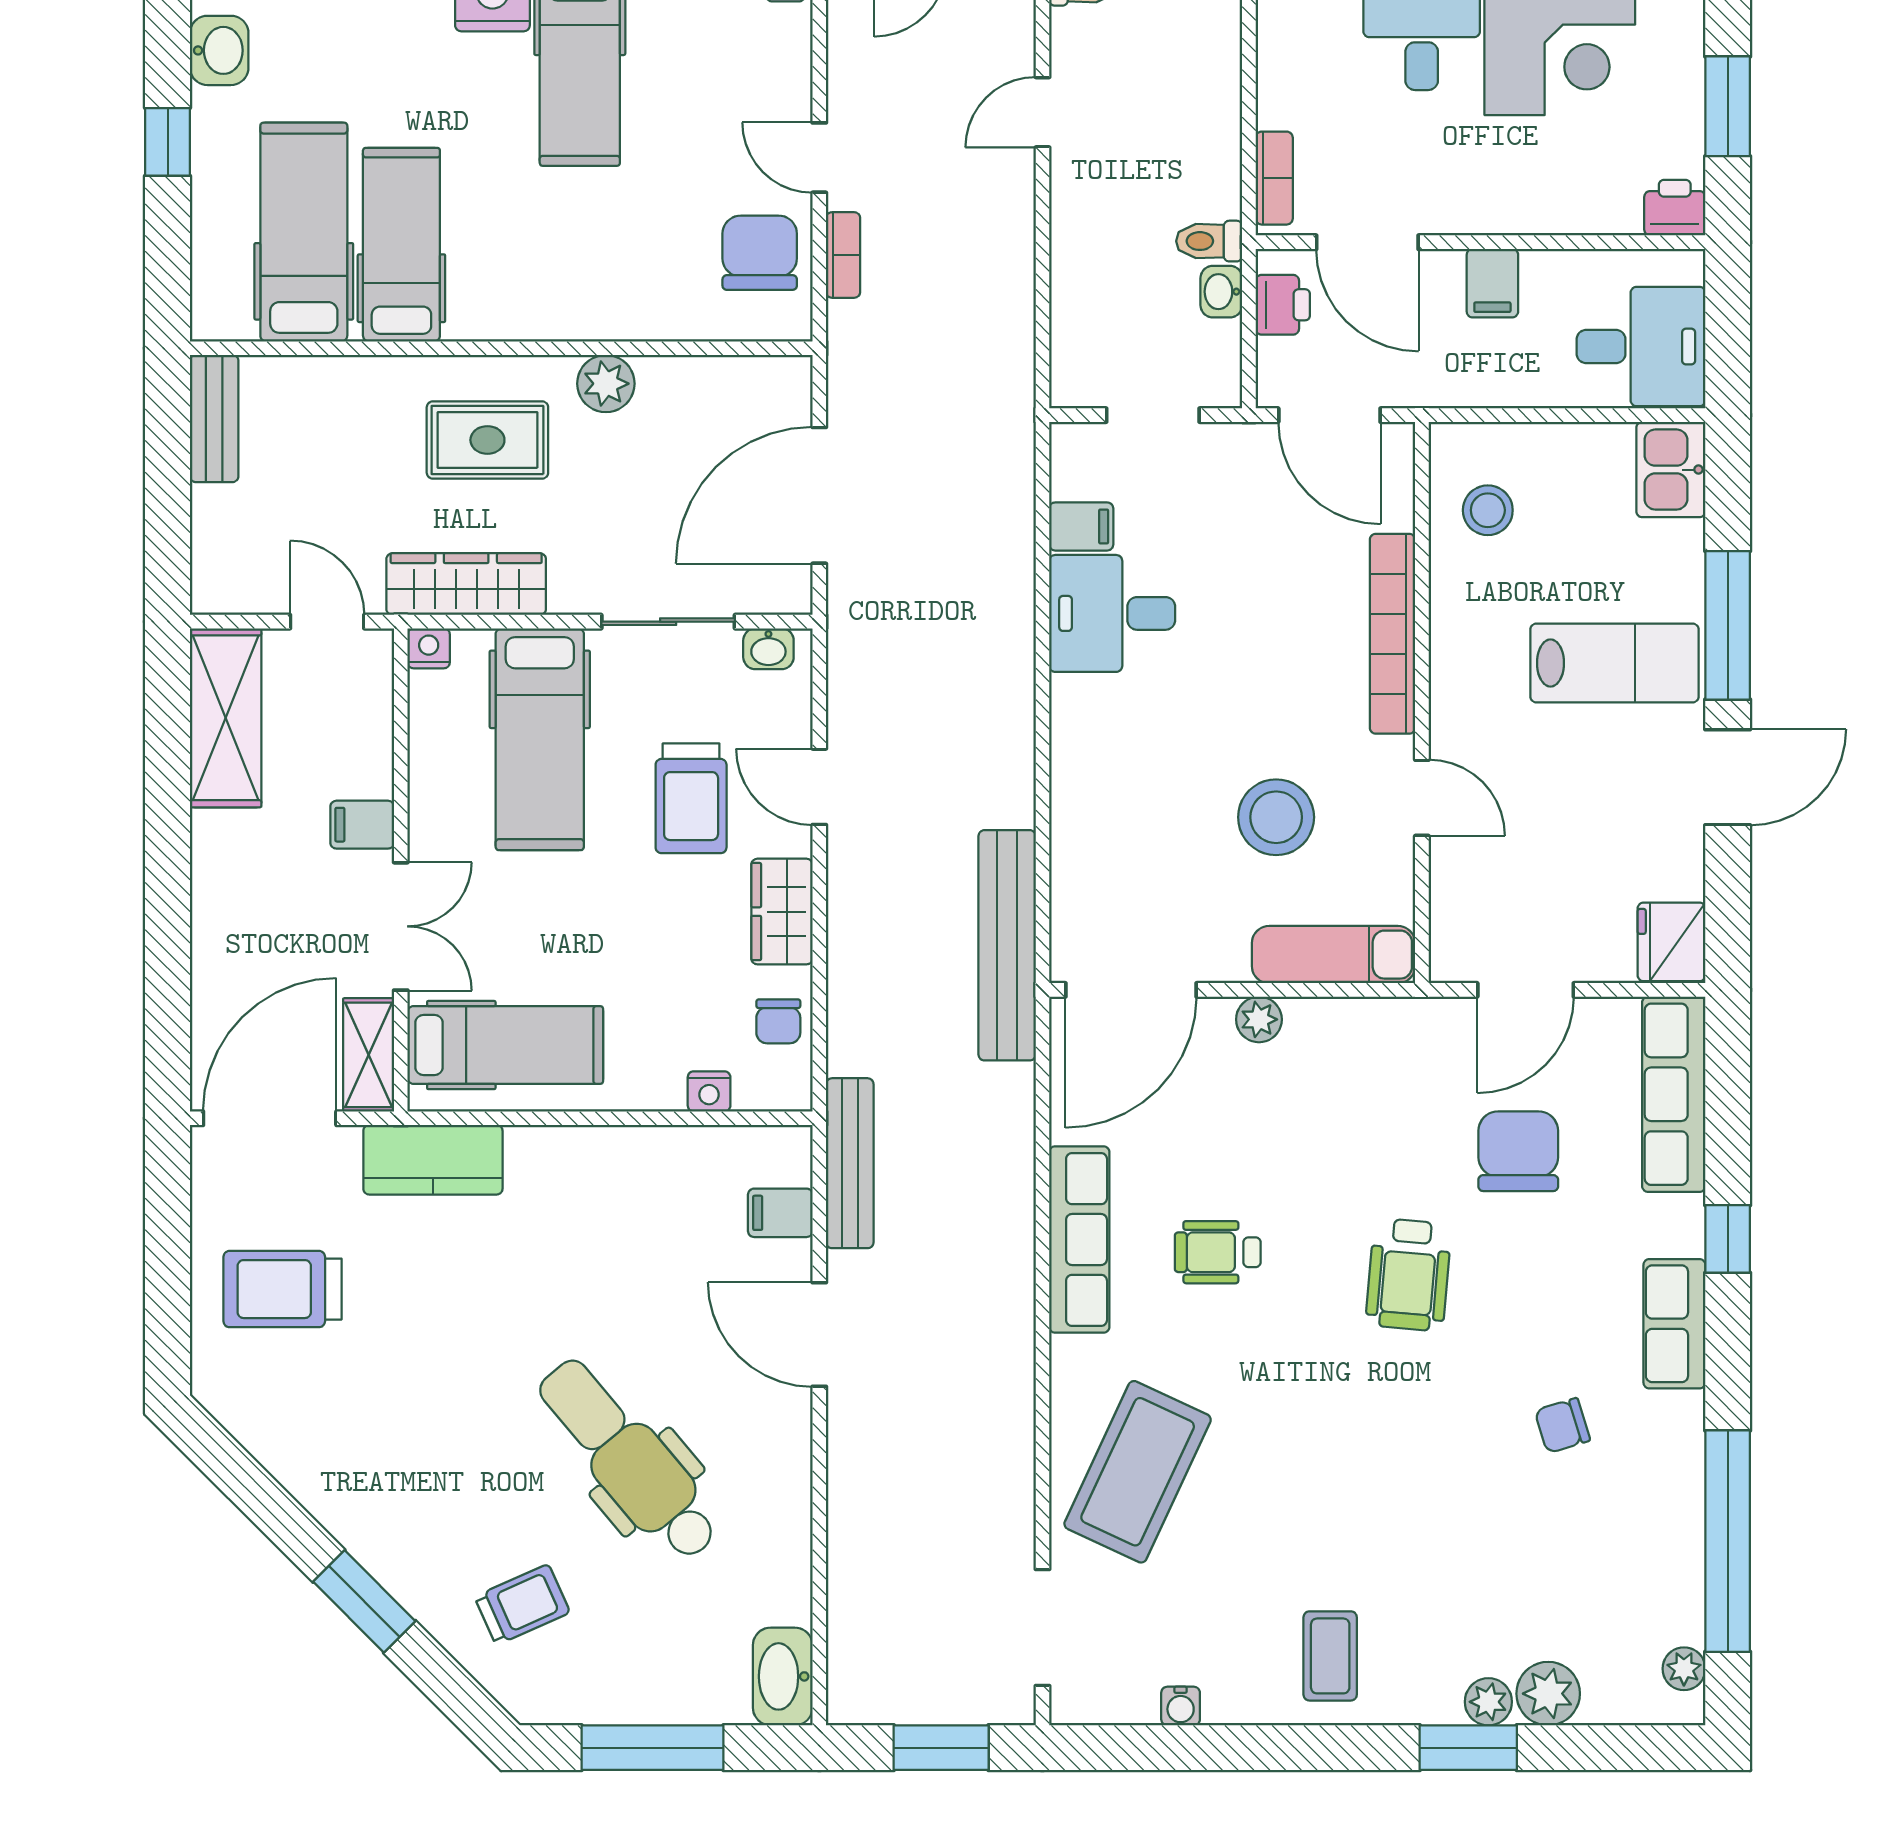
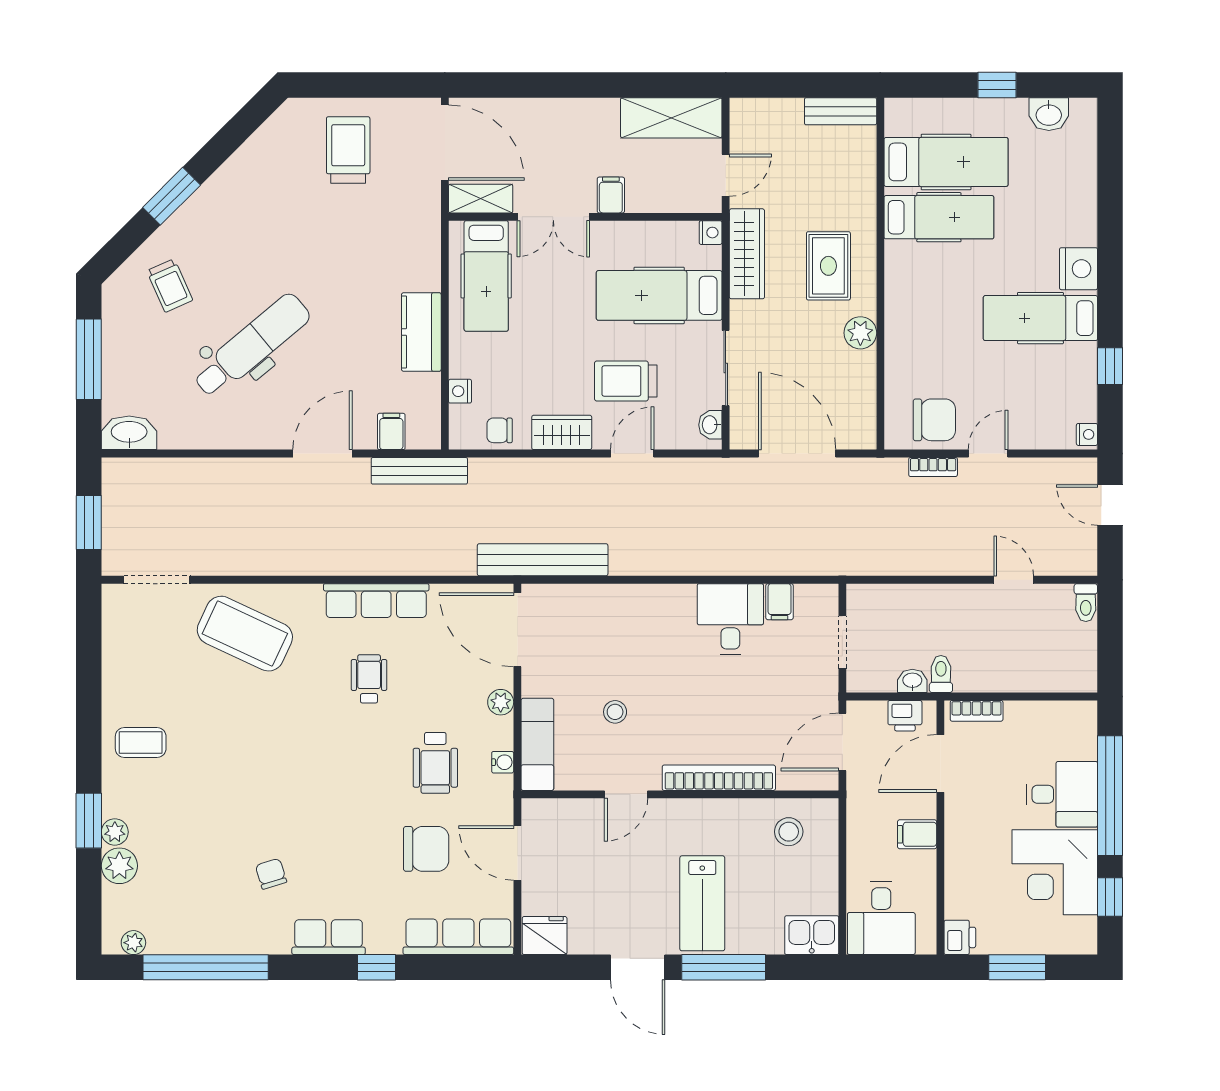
stool: (1276, 817) -> (615, 712), width x0.53, depth x0.53
kitchen counter: (433, 1160) -> (421, 332), moved
wheelchair: (1409, 1275) -> (435, 763), moved, turned -95
water cooler: (1181, 1706) -> (503, 762), moved, turned 180

